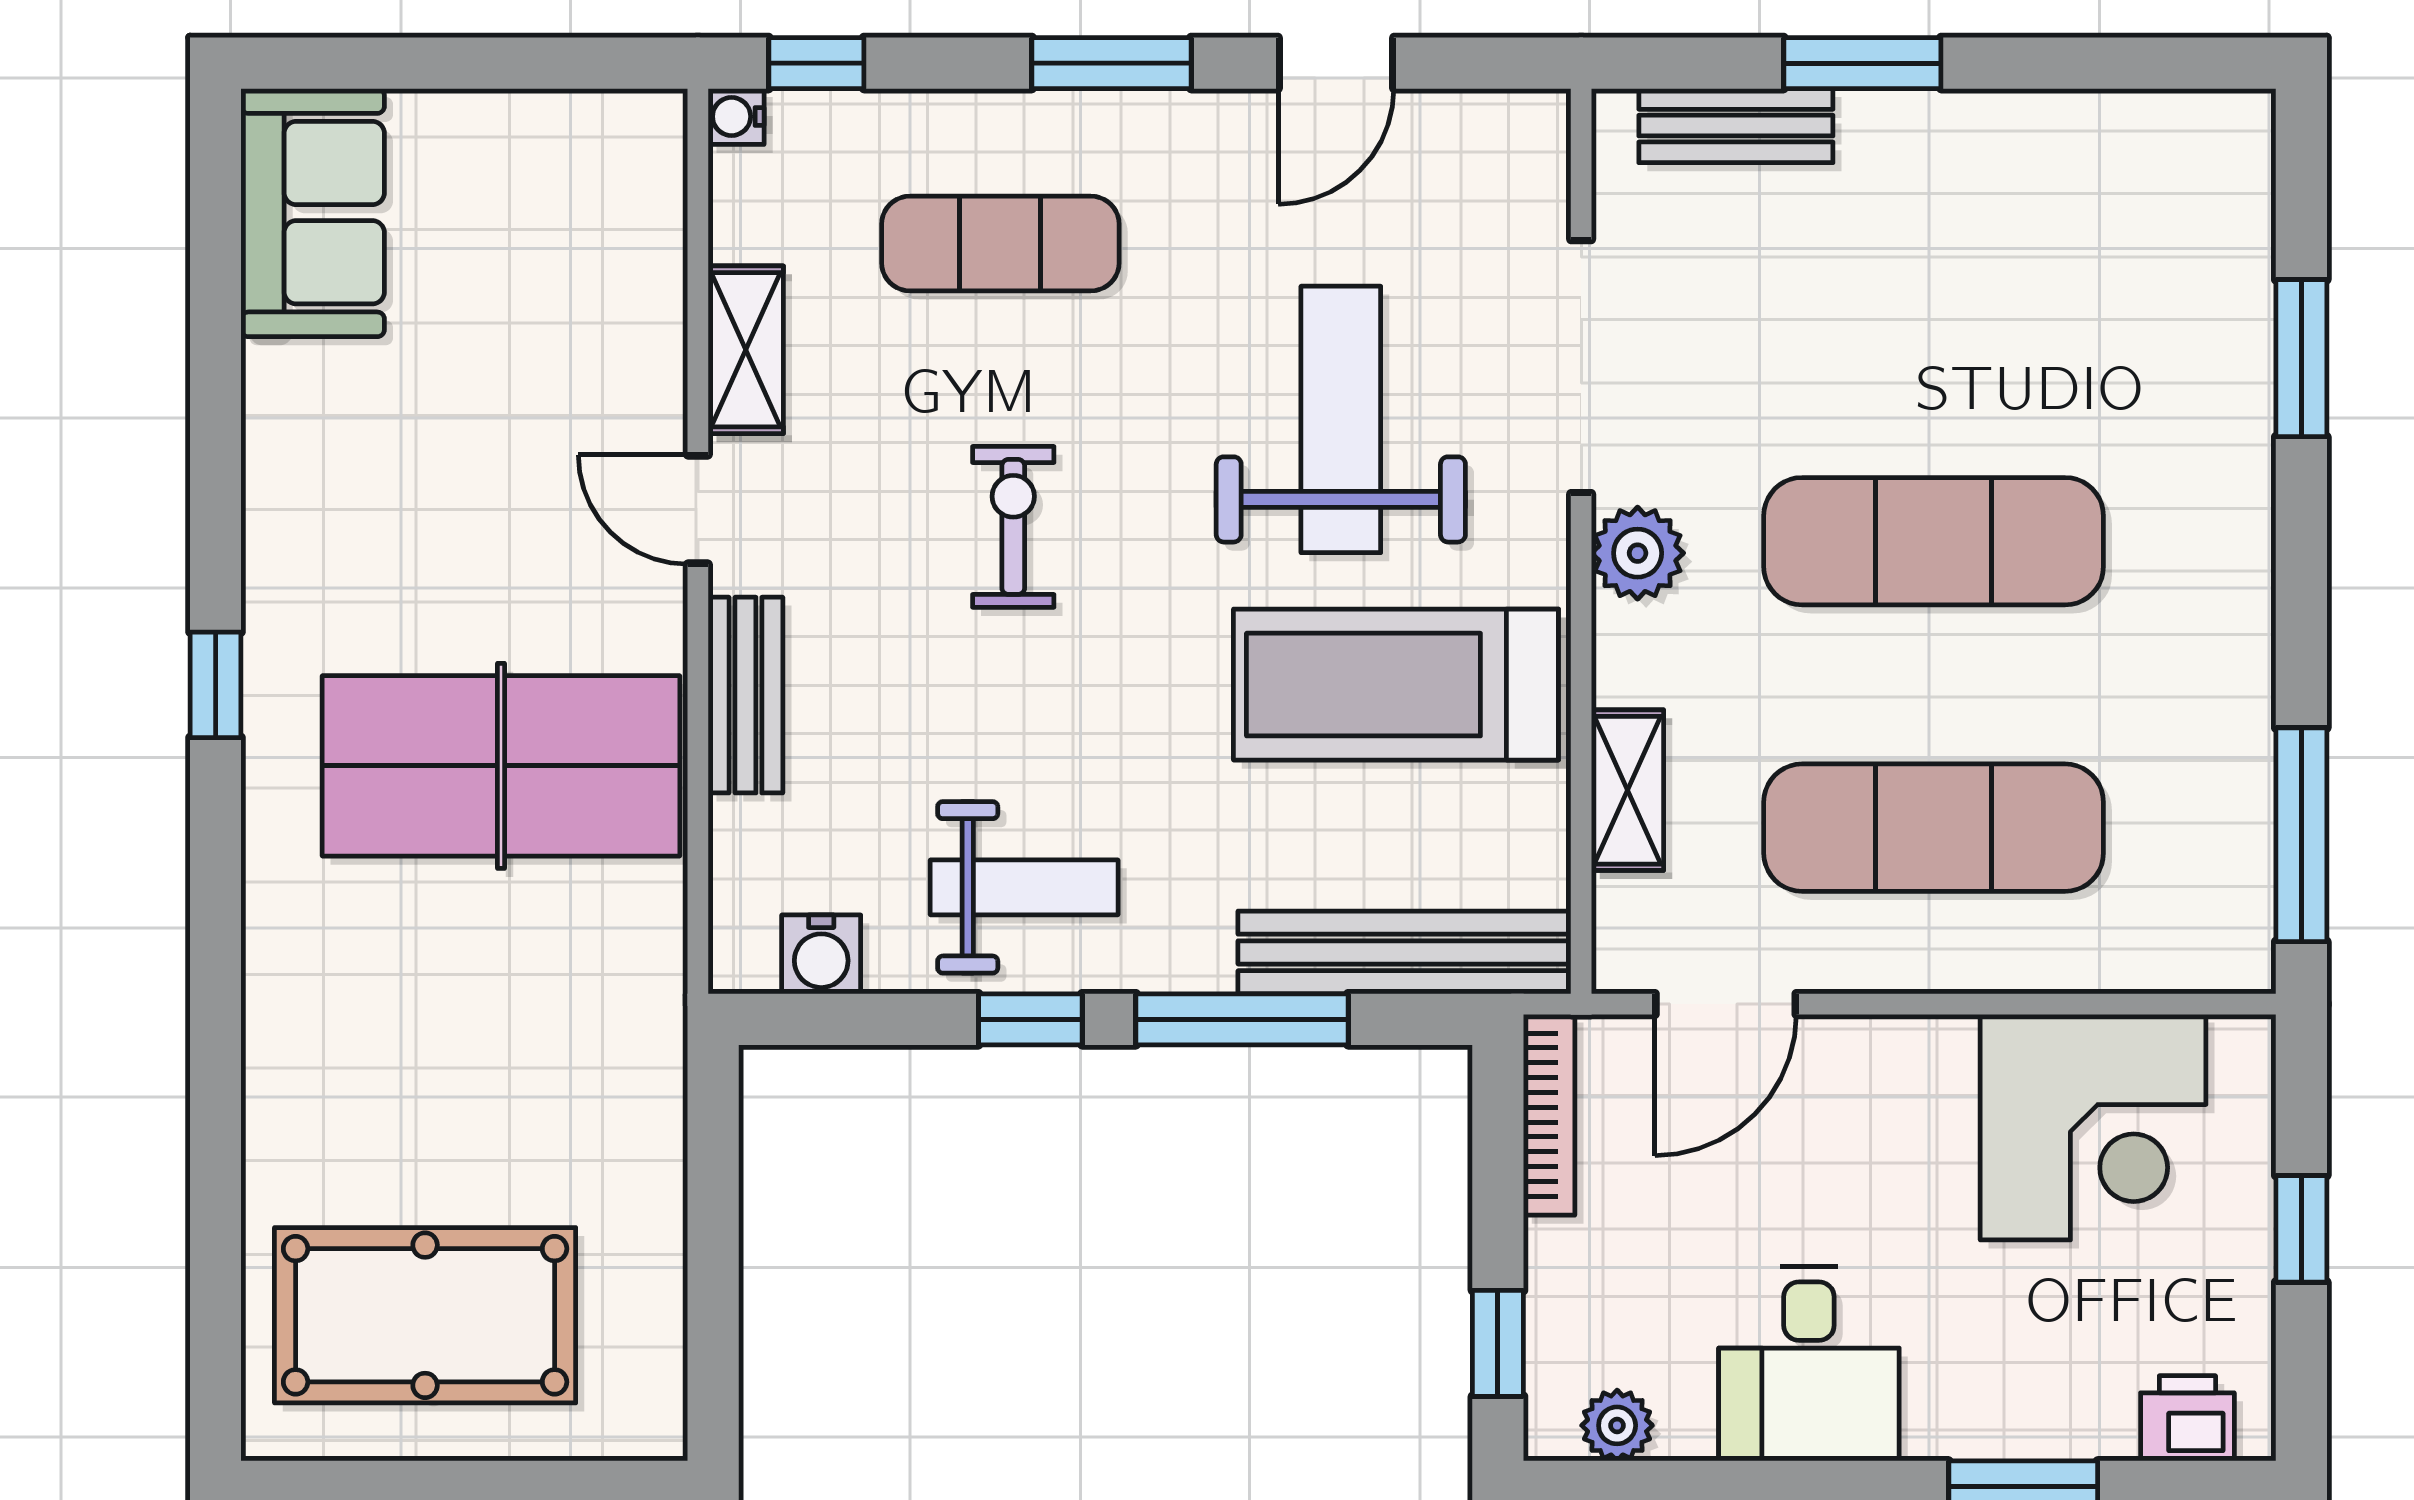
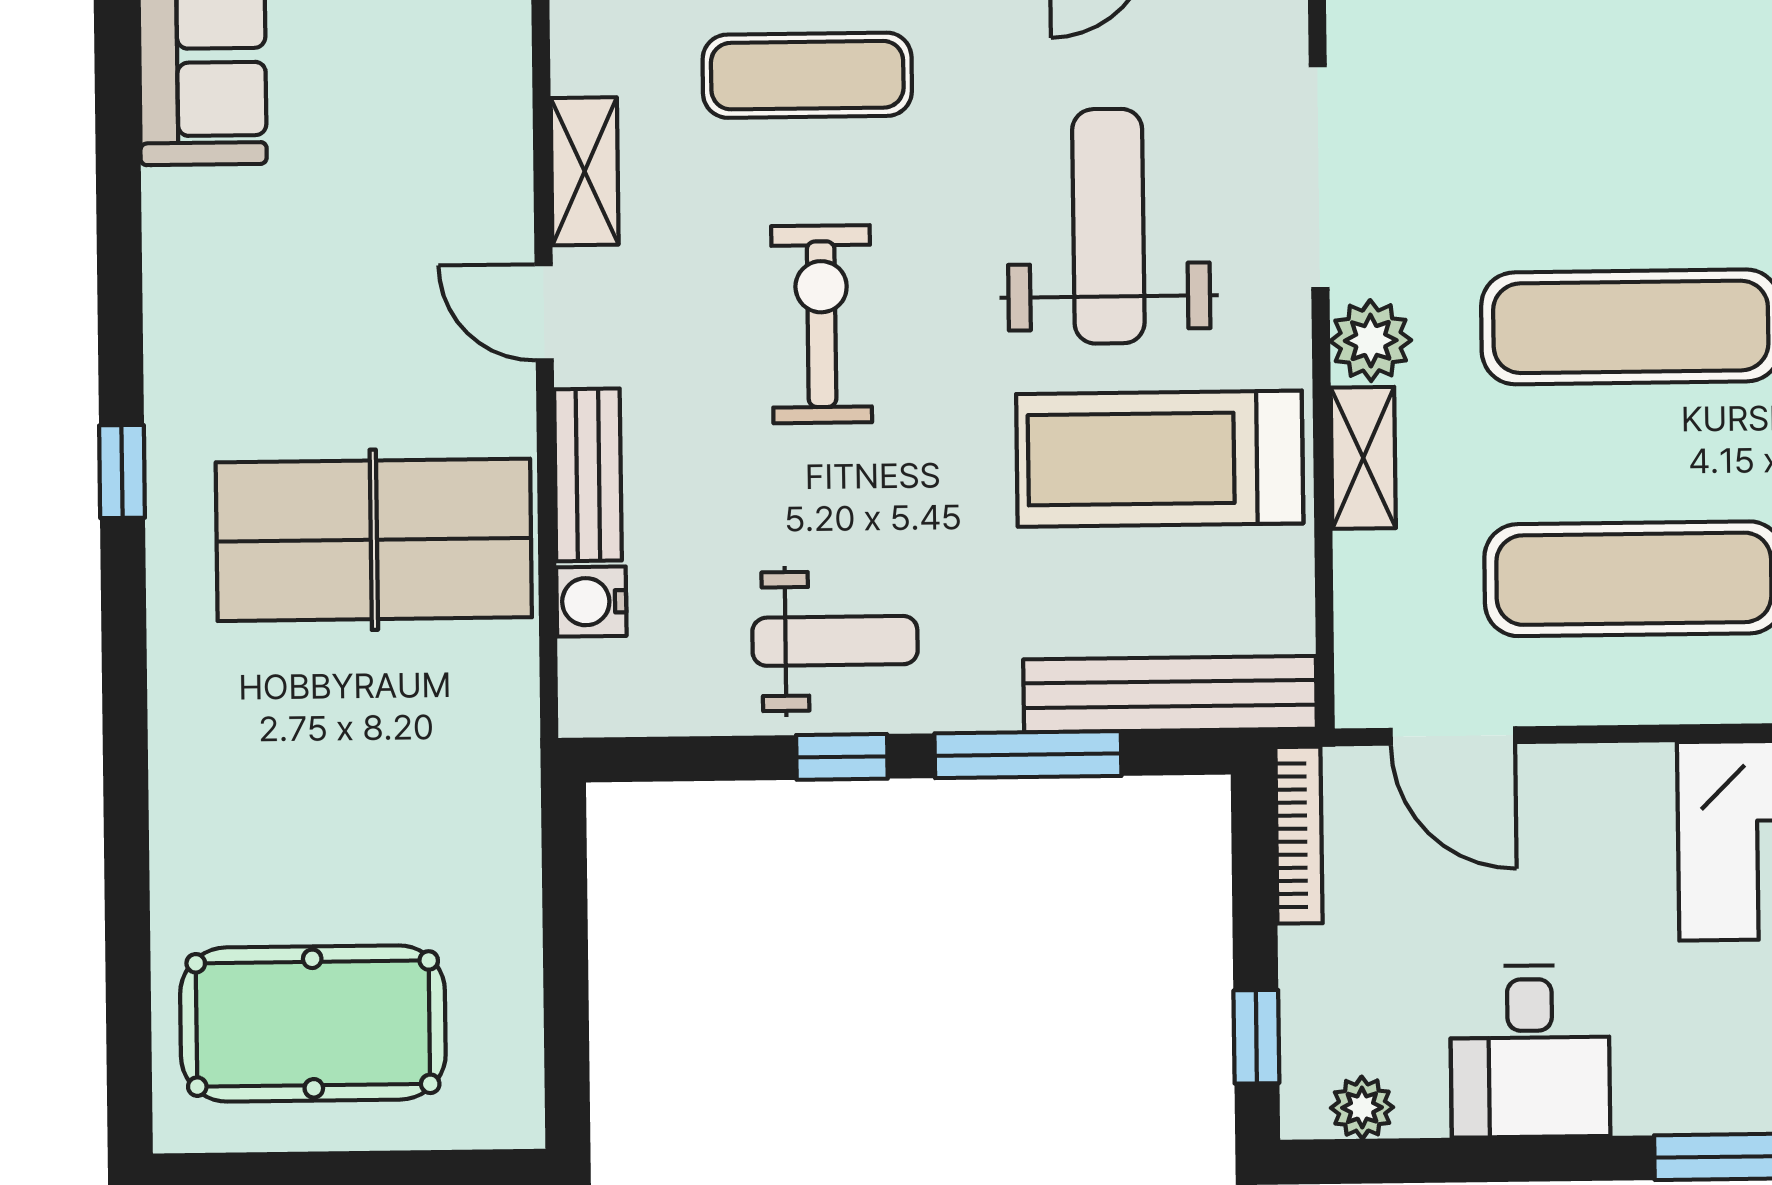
exercise bike: (1013, 527) -> (822, 324), width x1.38, depth x1.39
shelving: (1627, 790) -> (1363, 458), moved
water cooler: (821, 954) -> (591, 602), moved, turned 90
door: (1726, 1004) -> (1453, 736), hinge flipped

